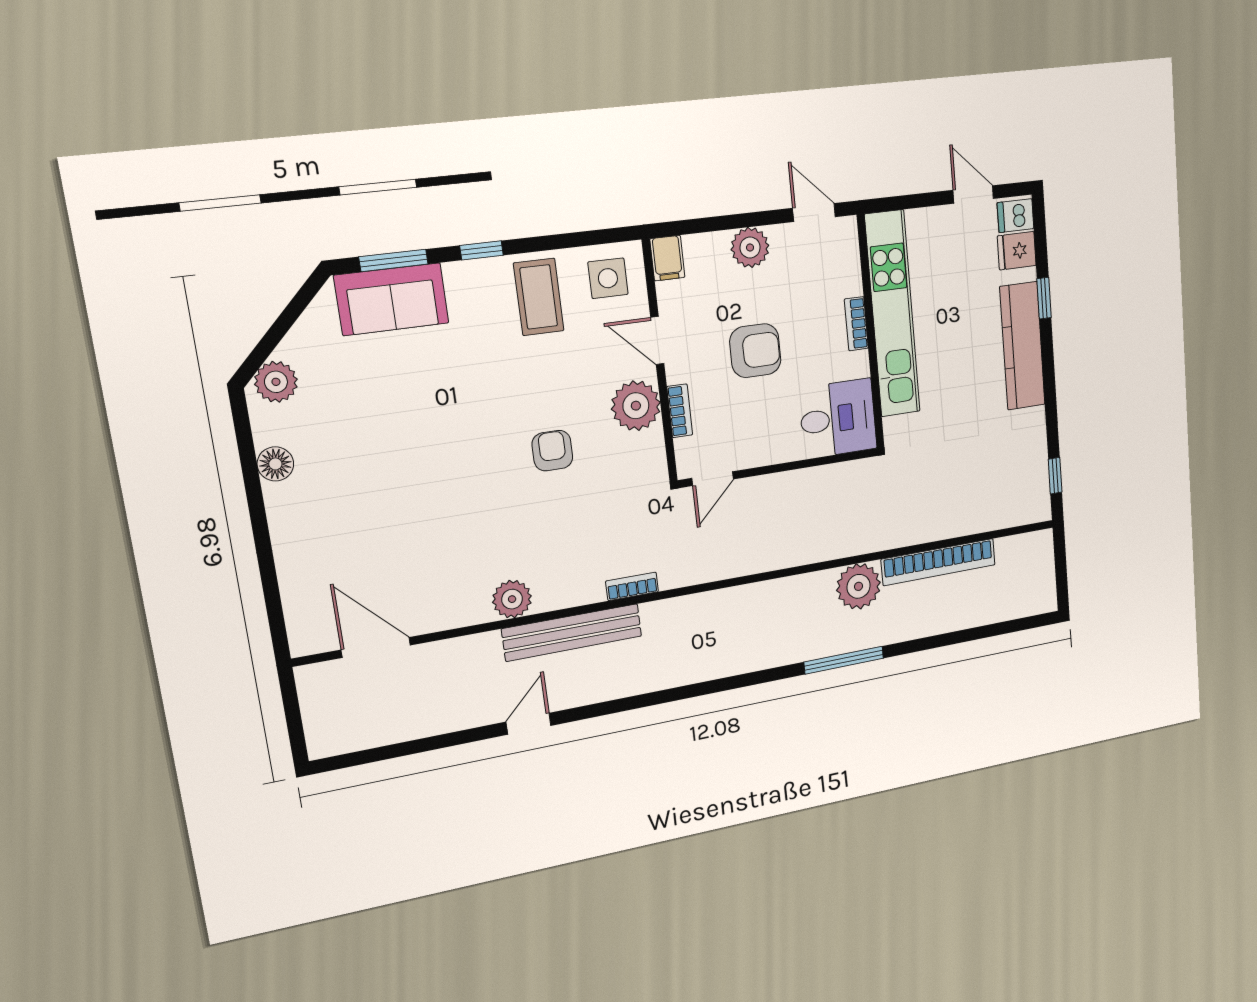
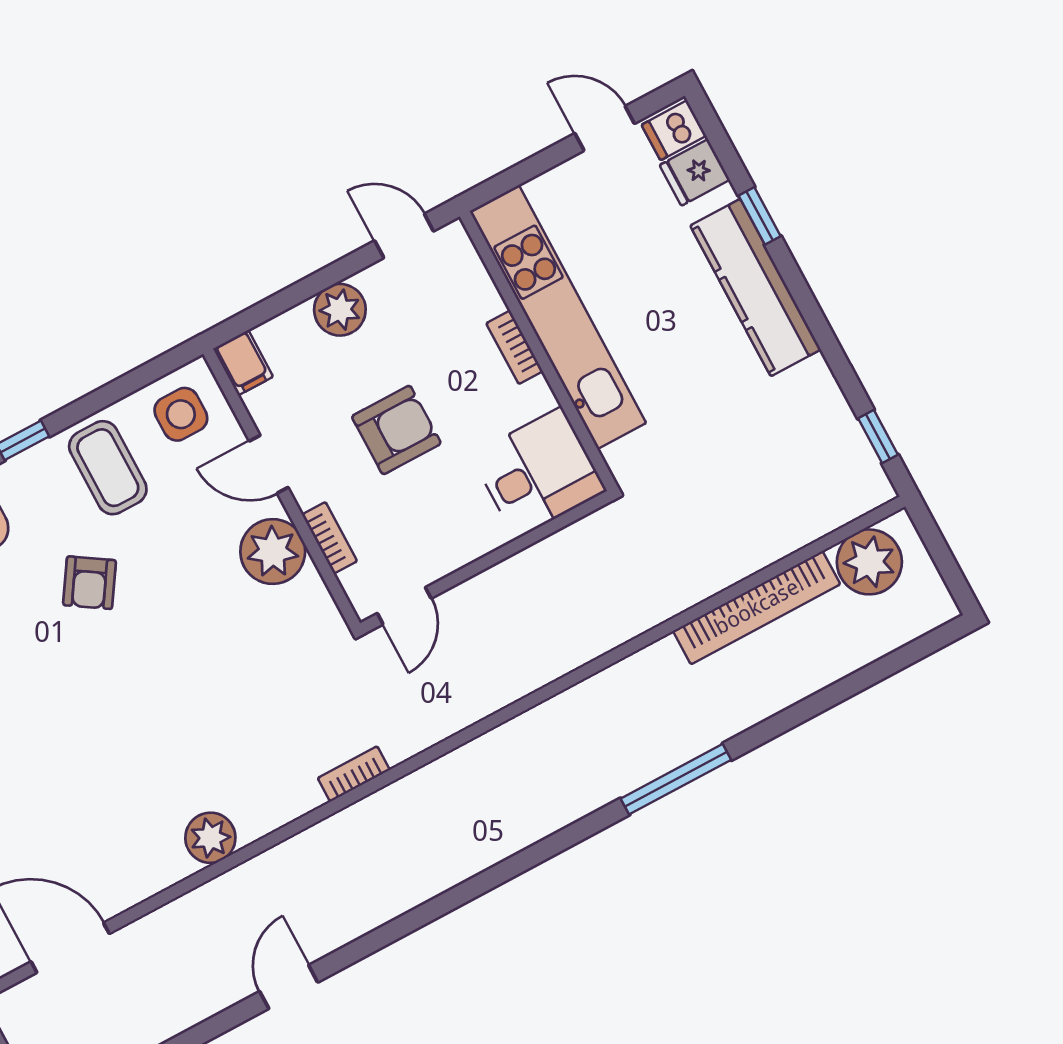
armchair: (552, 451) -> (90, 583), moved, turned -147
plant: (859, 586) -> (869, 562), moved
bench: (572, 632) -> (300, 856), removed

